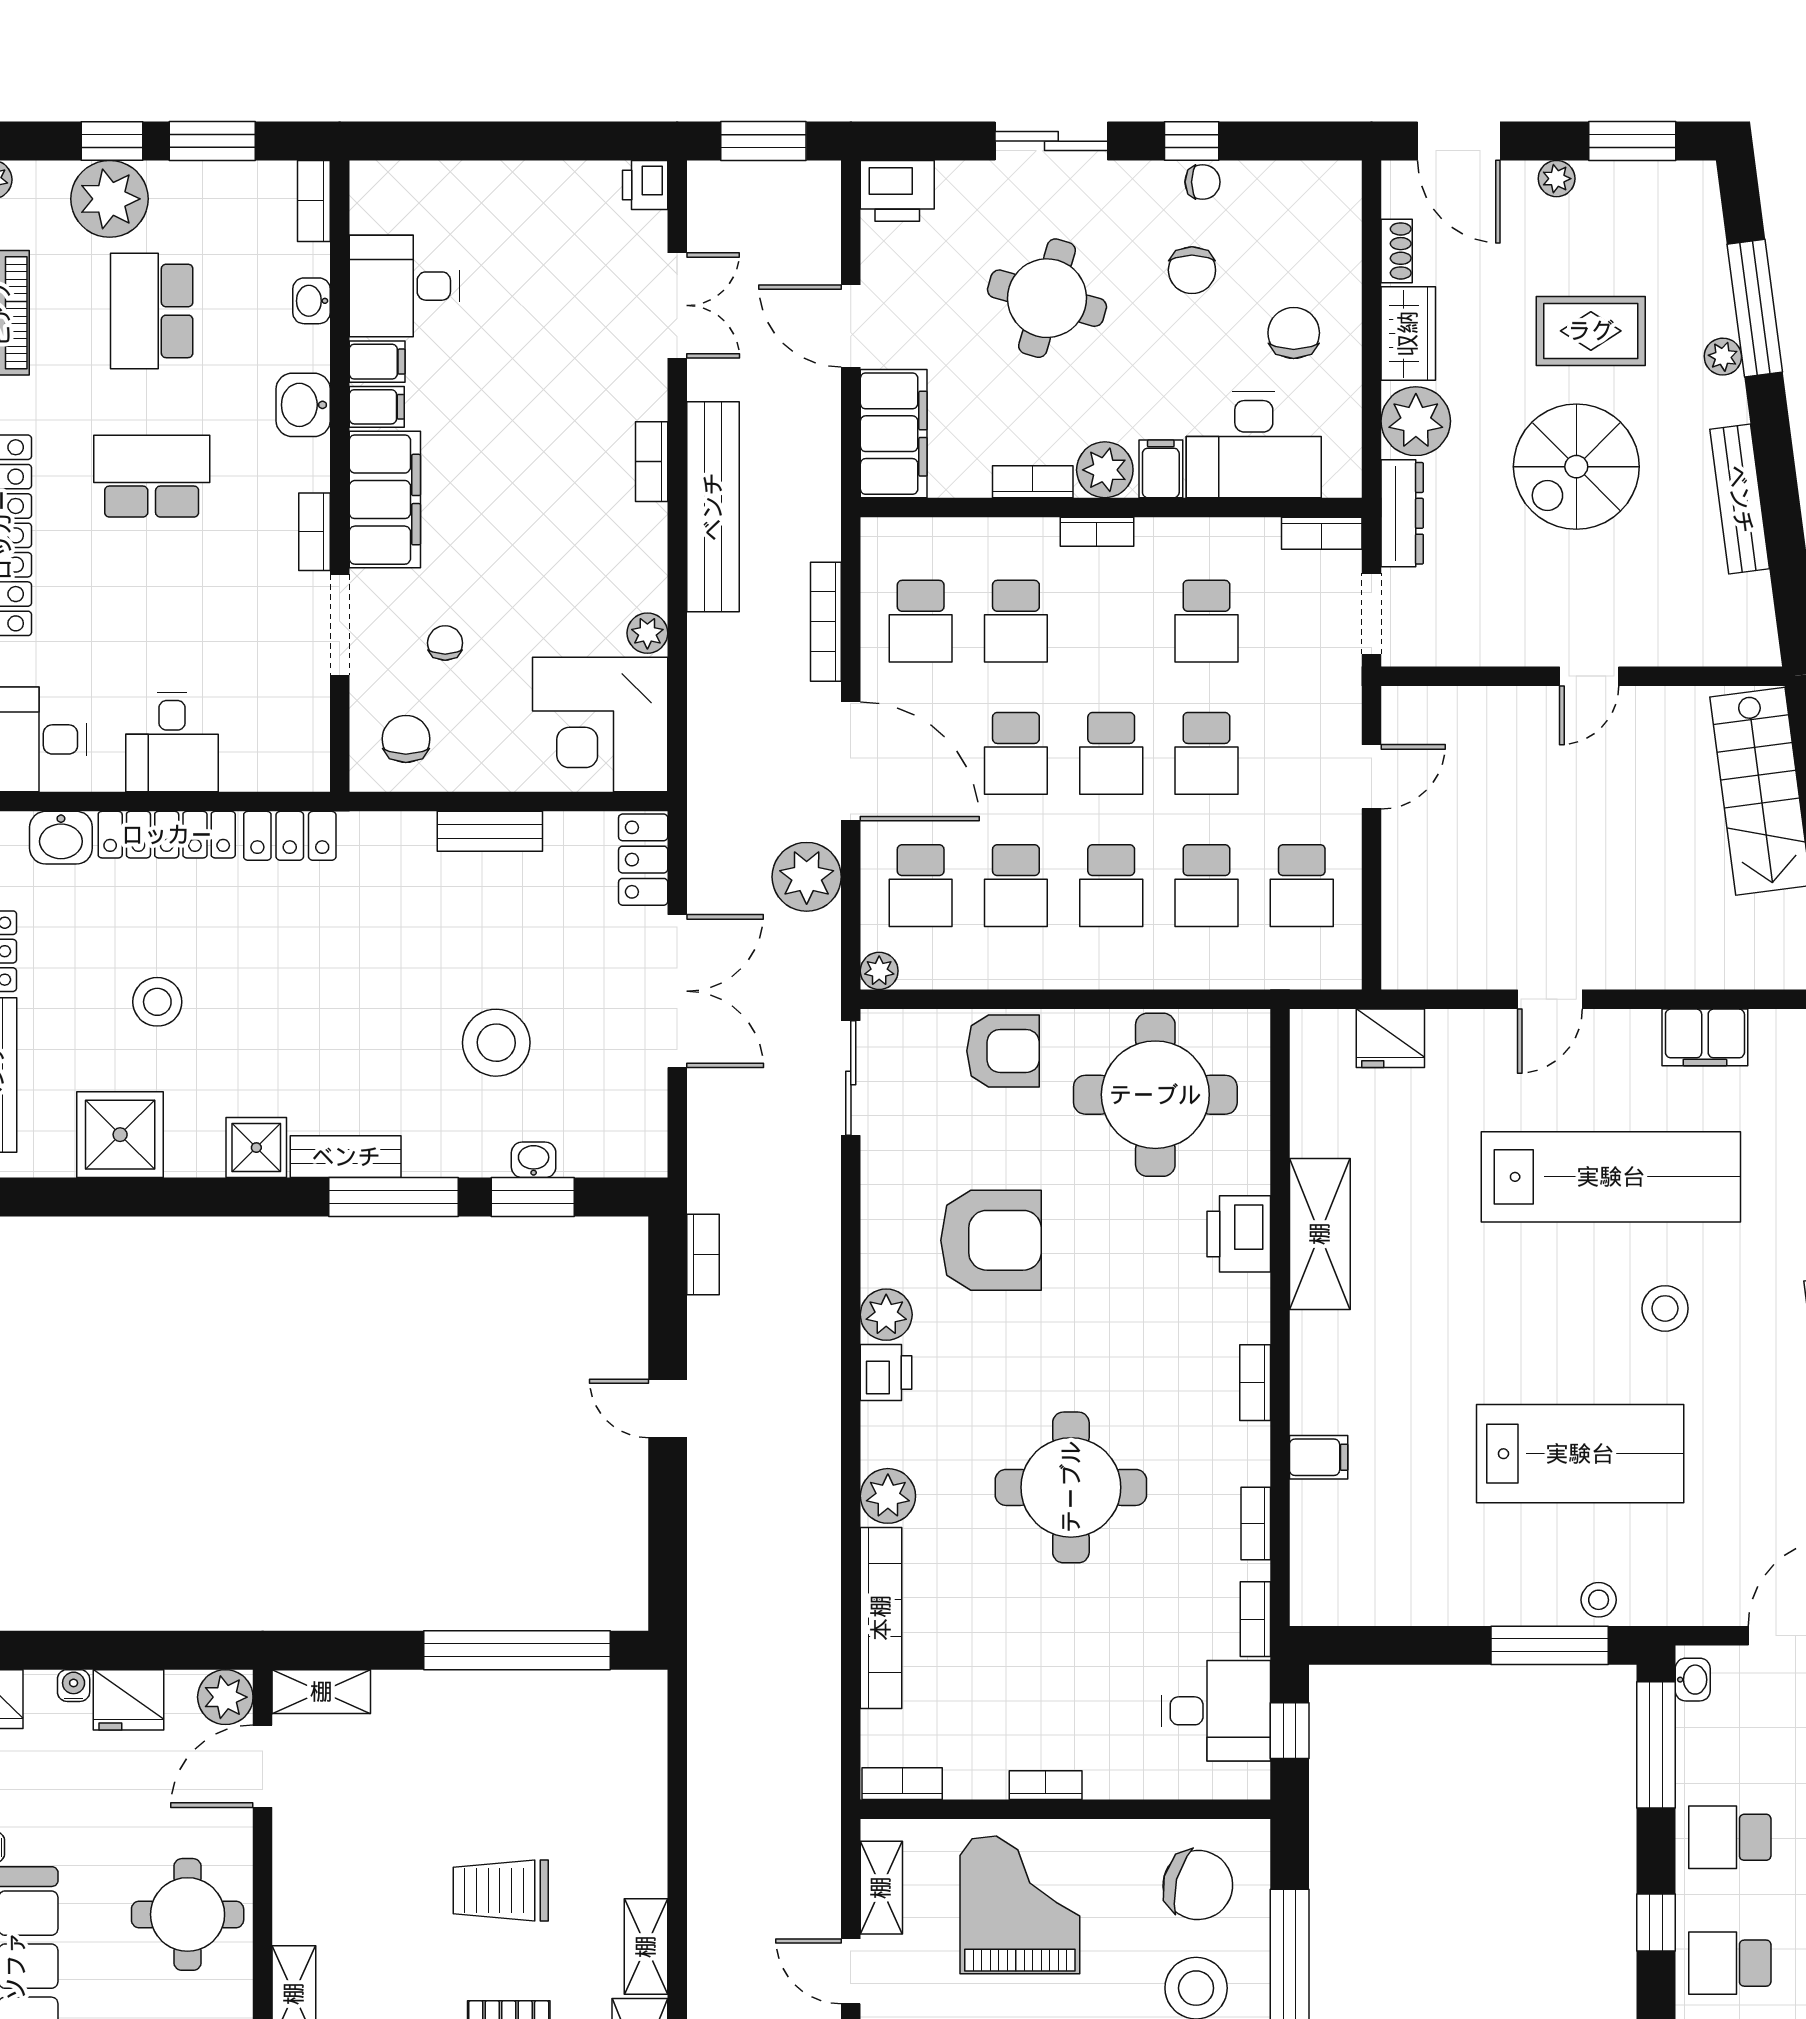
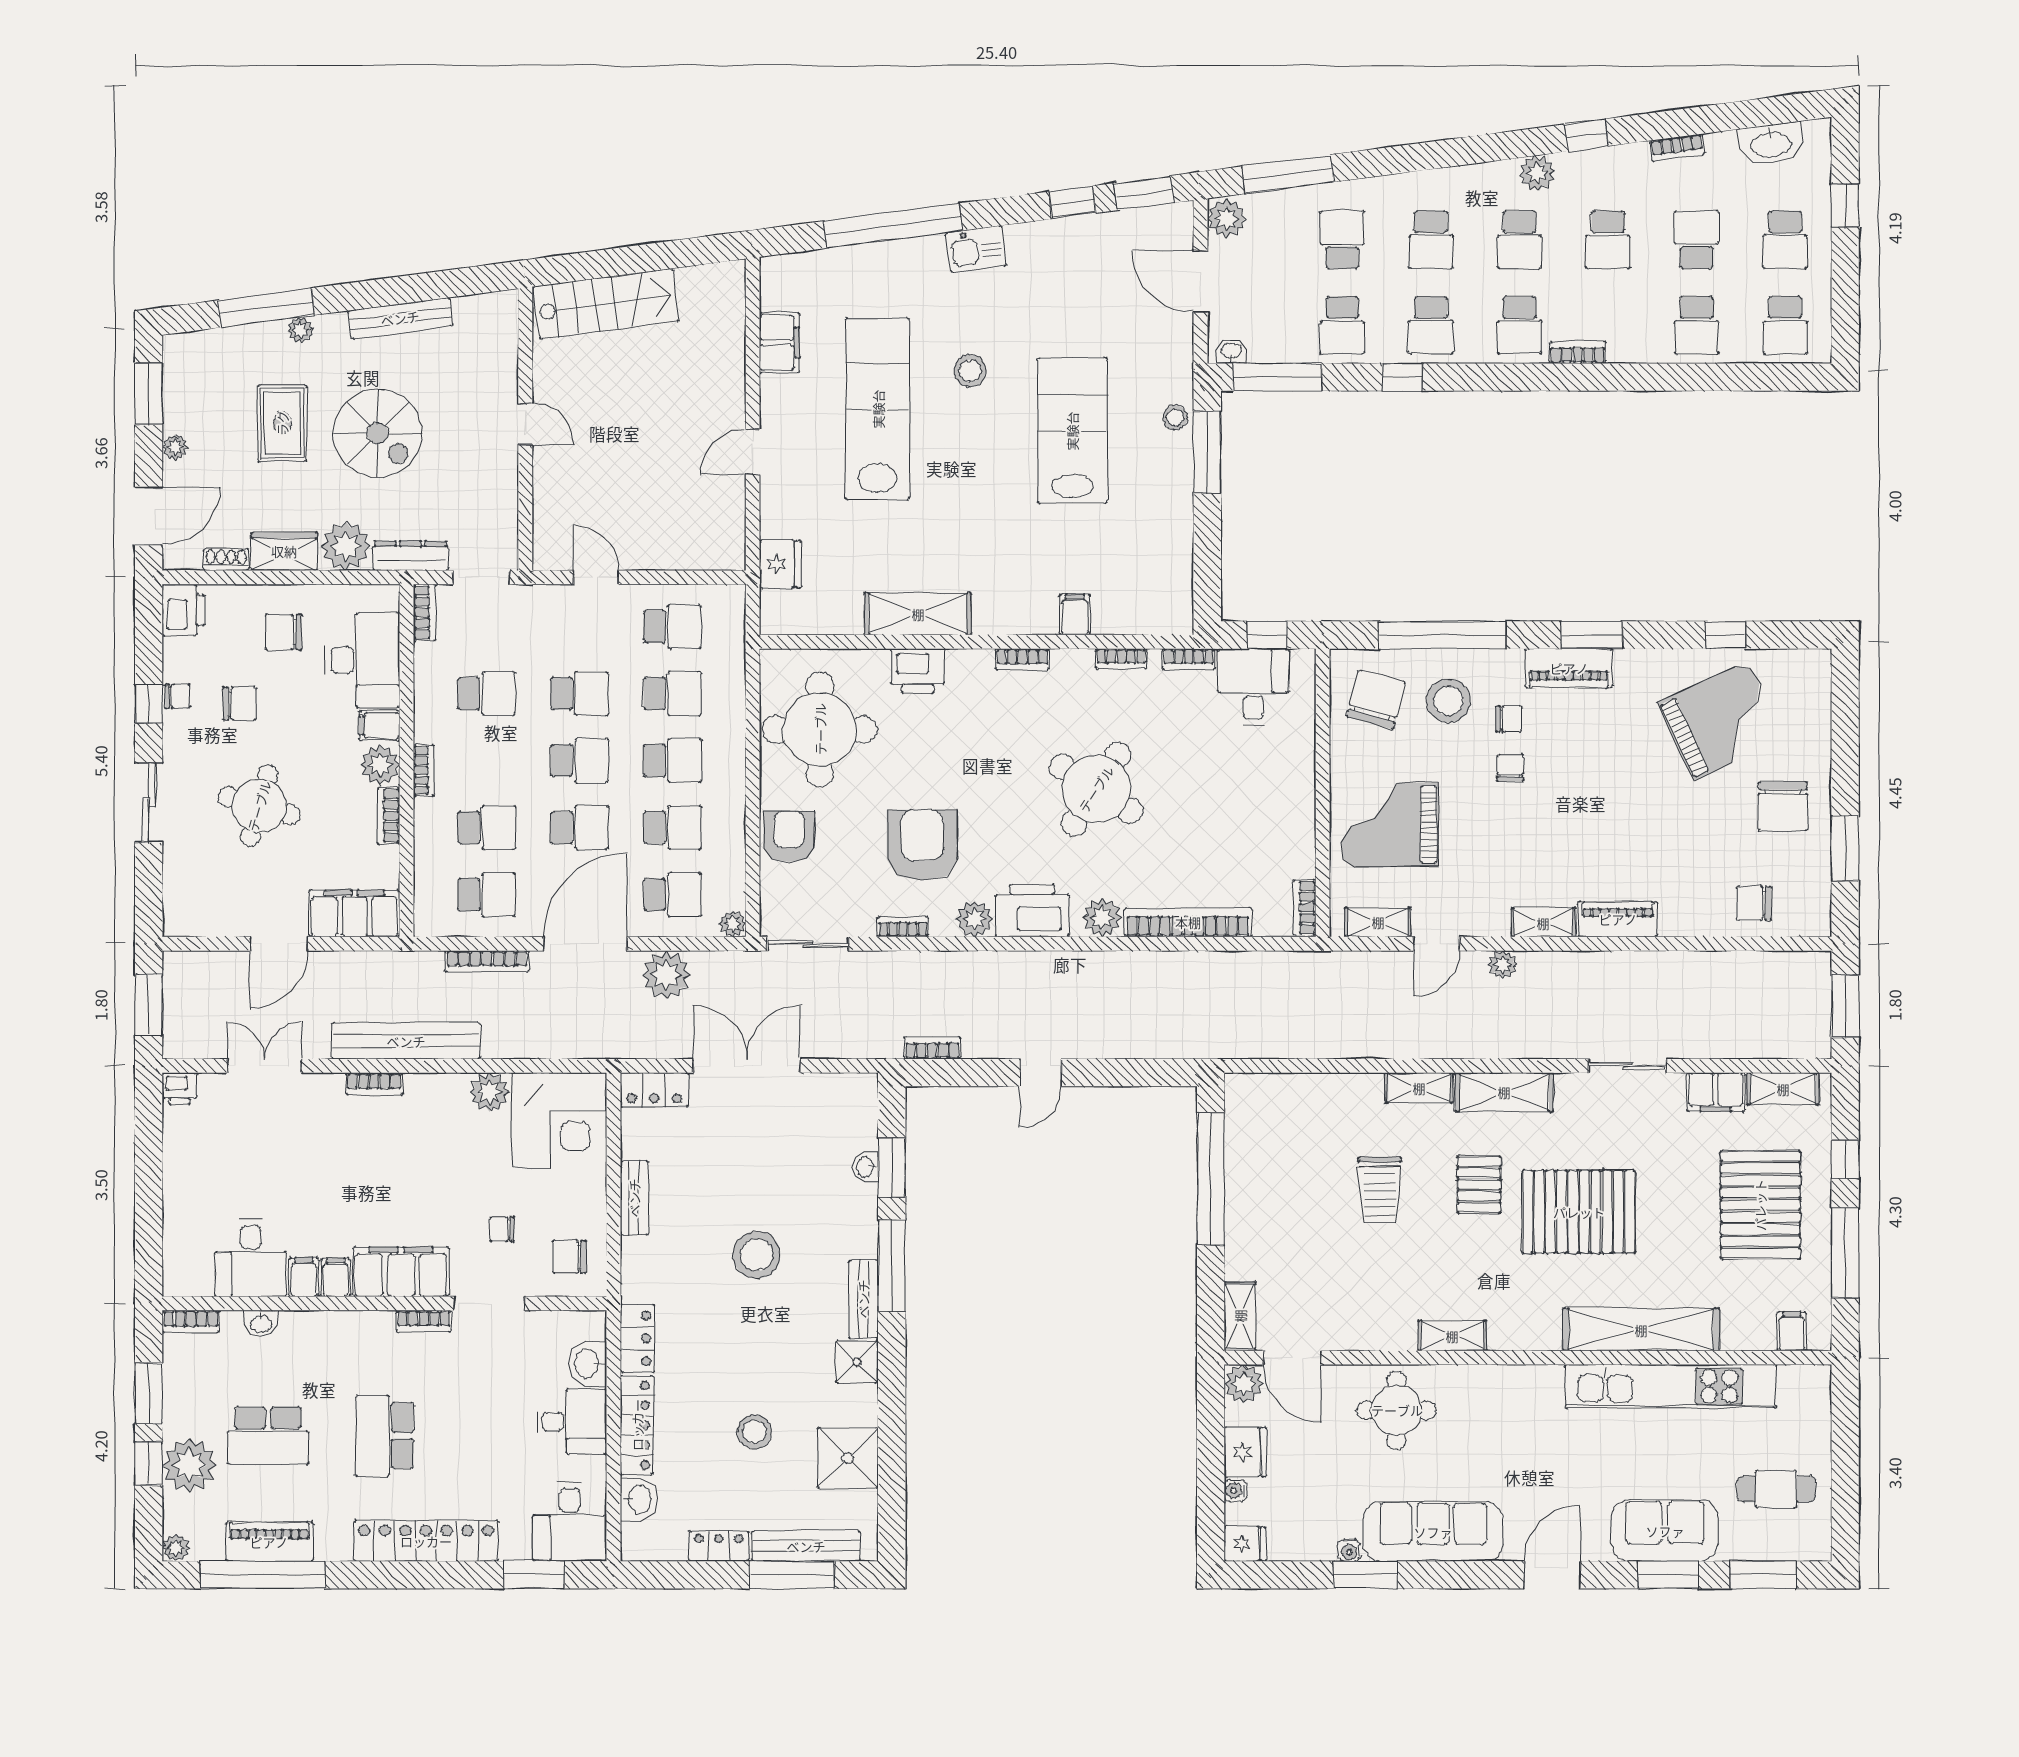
chair: (1203, 182) -> (177, 696), turned 89
printer: (897, 191) -> (184, 610), moved
washbasin: (303, 405) -> (588, 1364), moved, turned 90
plant: (647, 633) -> (490, 1092), width x1.38, depth x1.38
door: (1550, 999) -> (753, 452), swing flipped
stool: (496, 1043) -> (757, 1255), moved
printer: (886, 1372) -> (1032, 910), width x1.87, depth x1.48
round table: (1071, 1487) -> (1096, 789), turned 33
bookcase: (1046, 1785) -> (903, 927), moved, turned 90

